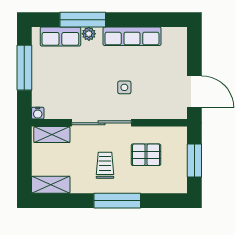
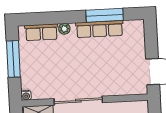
window: (83, 20) -> (105, 15), moved
side table: (124, 87) -> (95, 71), removed

